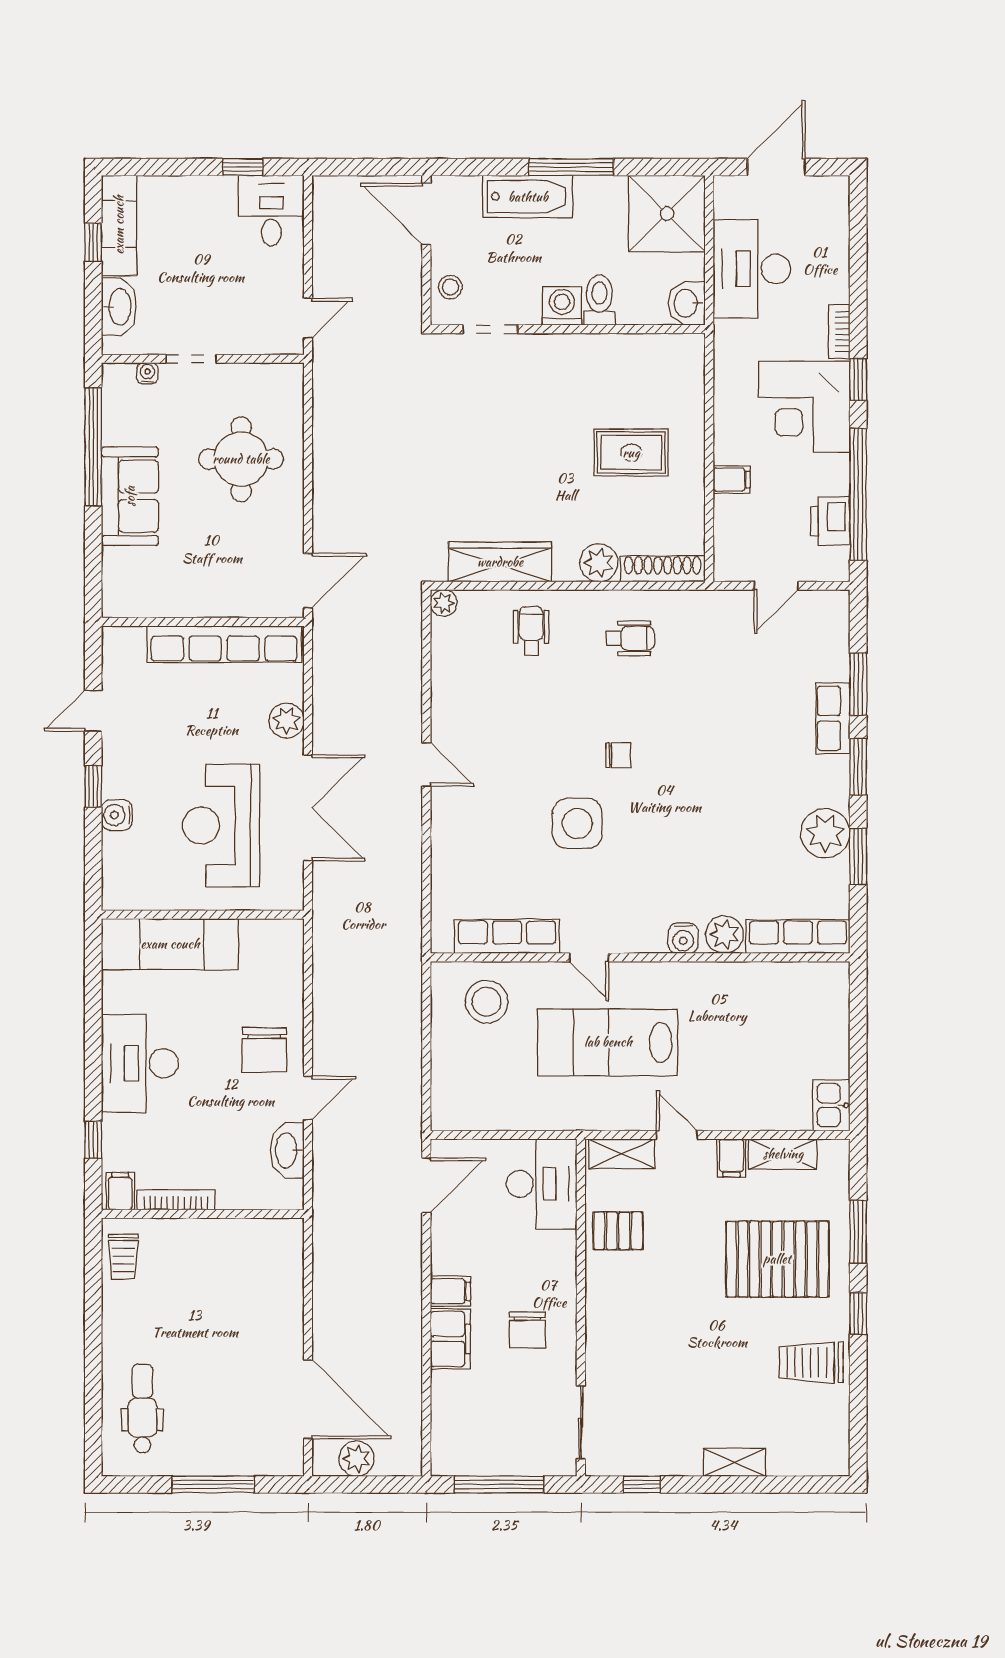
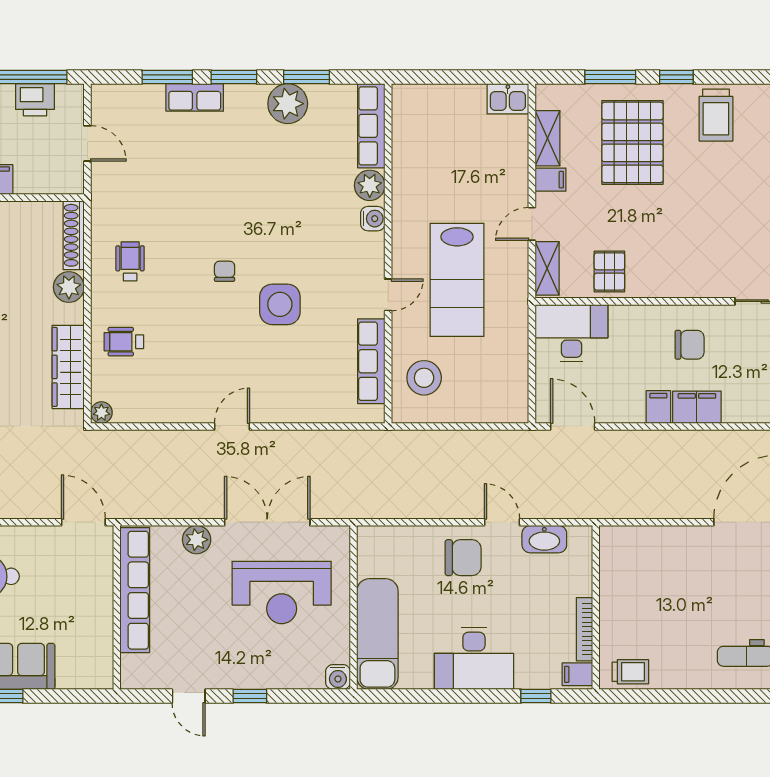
water cooler: (117, 815) -> (338, 677), moved

